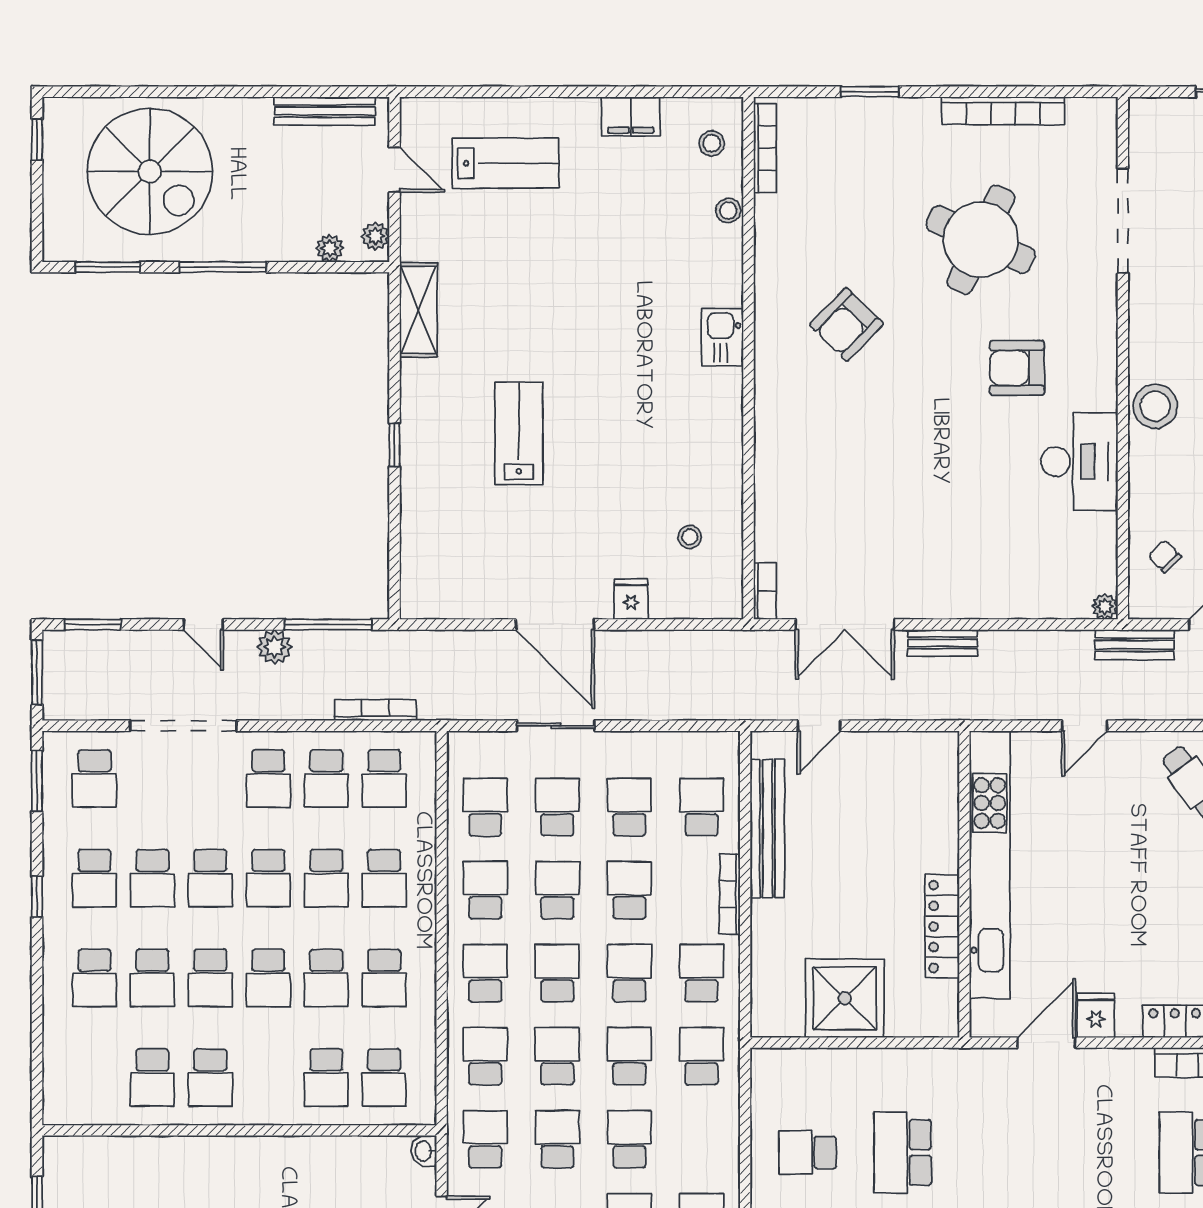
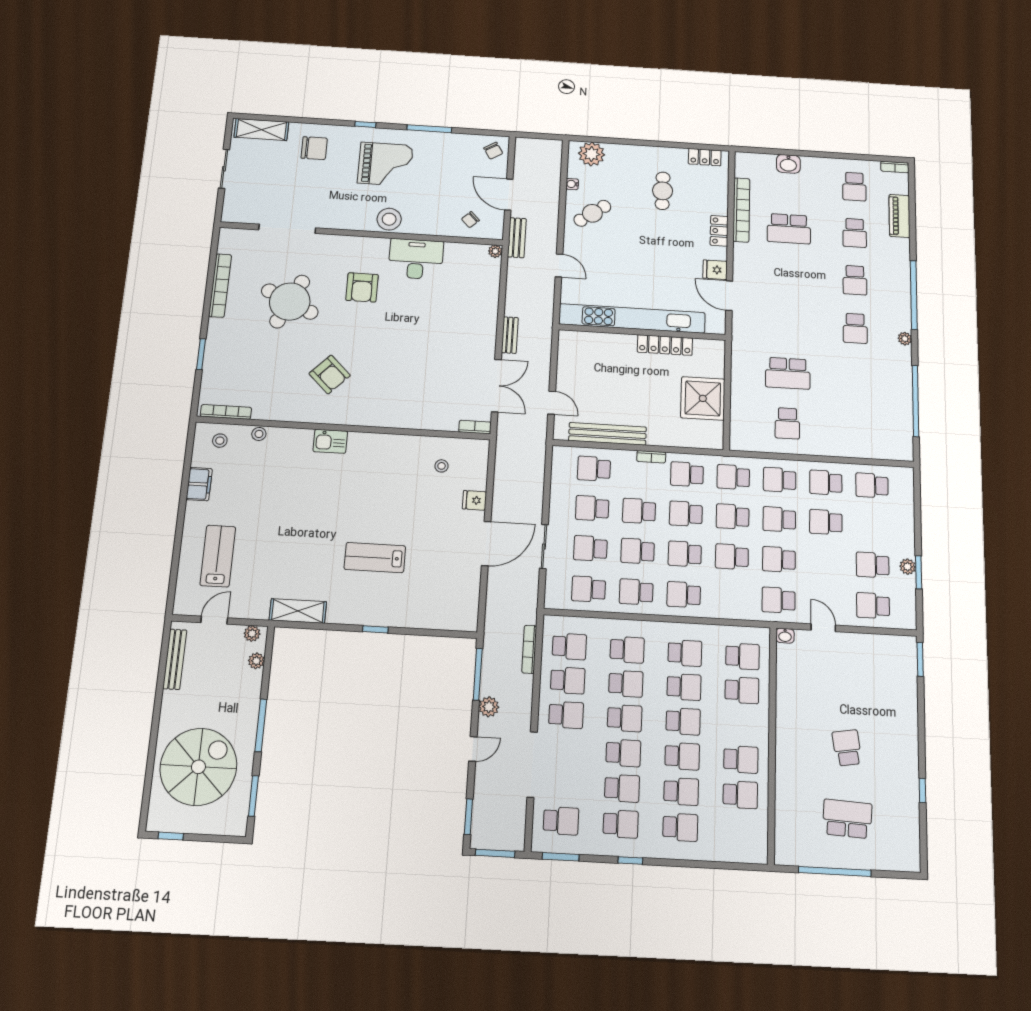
bookcase: (730, 894) -> (651, 457), width x0.64
school desk: (485, 1056) -> (780, 480), moved

